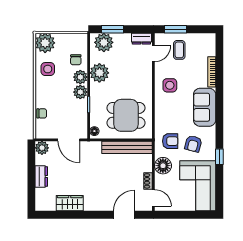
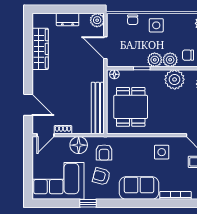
side table: (48, 69) -> (156, 25), moved
door: (69, 140) -> (105, 48), hinge flipped
wardrobe: (70, 203) -> (40, 49), width x1.50

